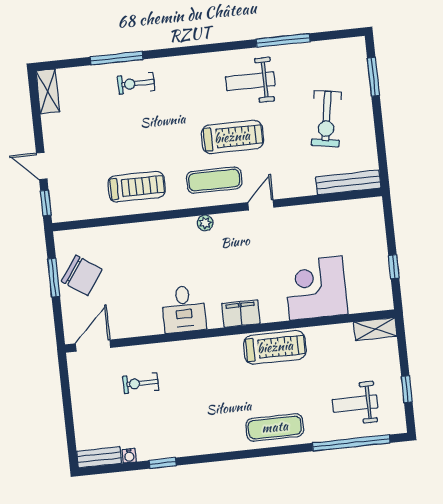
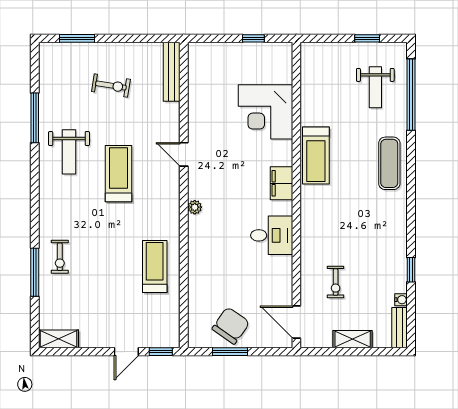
exercise bike: (327, 119) -> (111, 85), width x0.73, depth x0.72
exercise mat: (214, 180) -> (156, 195), removed
shelving: (375, 329) -> (353, 339), moved, turned 90
treadmill: (275, 347) -> (316, 155), turned 180

